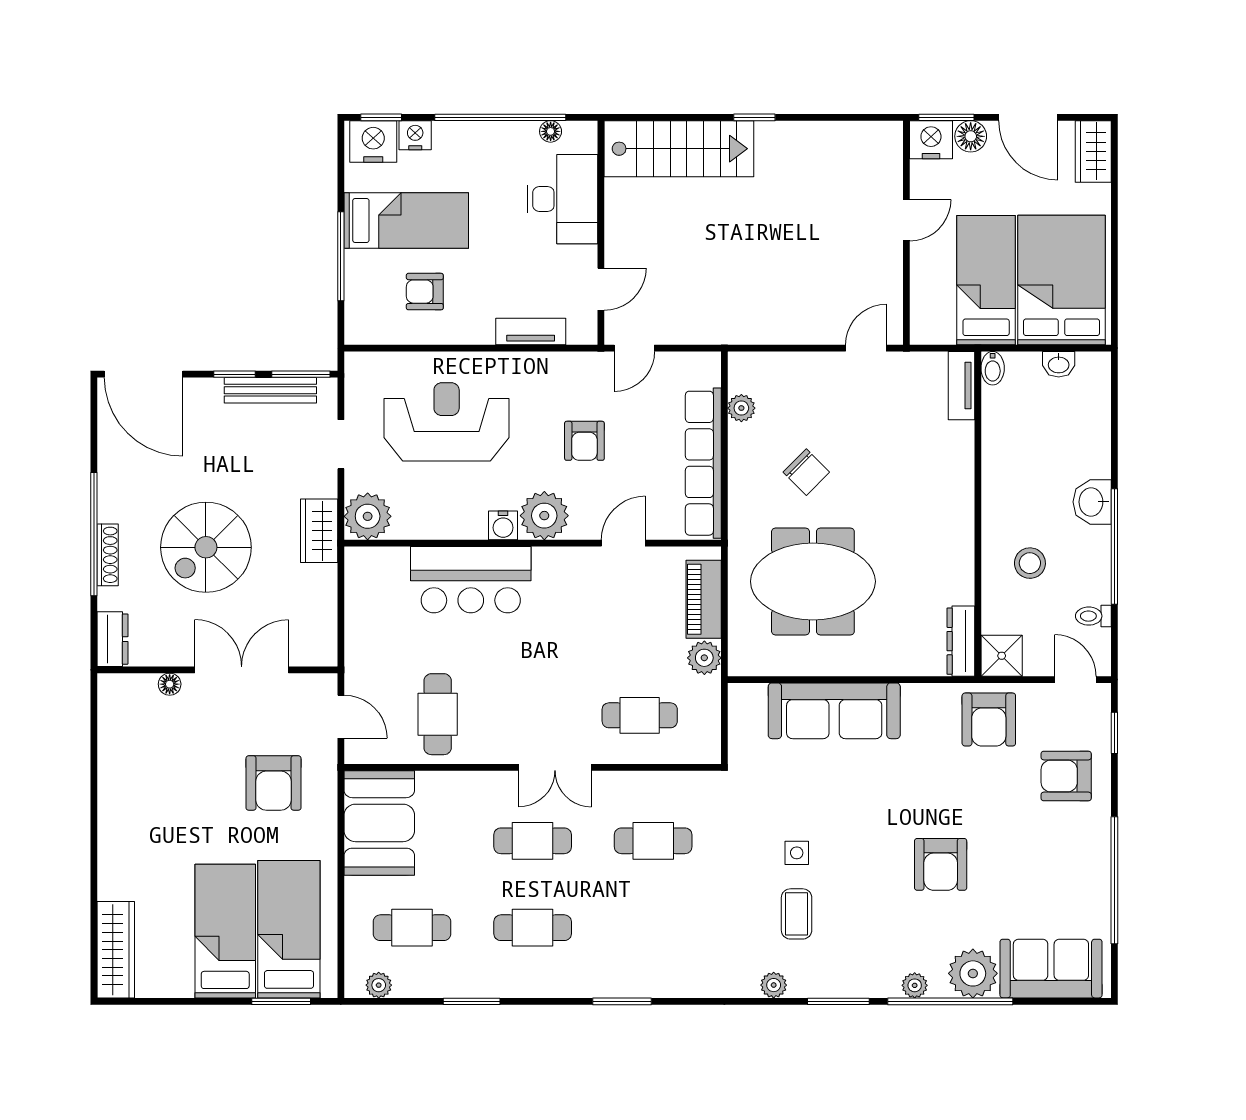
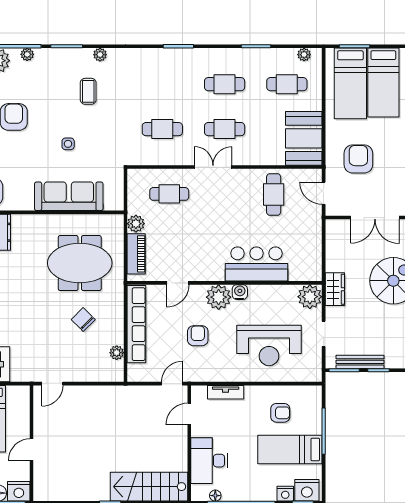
side table: (797, 853) -> (68, 144), moved

